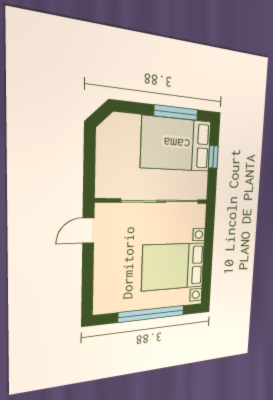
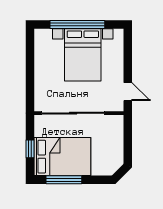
door: (88, 230) -> (128, 92), hinge flipped
bed with nightstands: (174, 266) -> (83, 55), moved, turned 90

